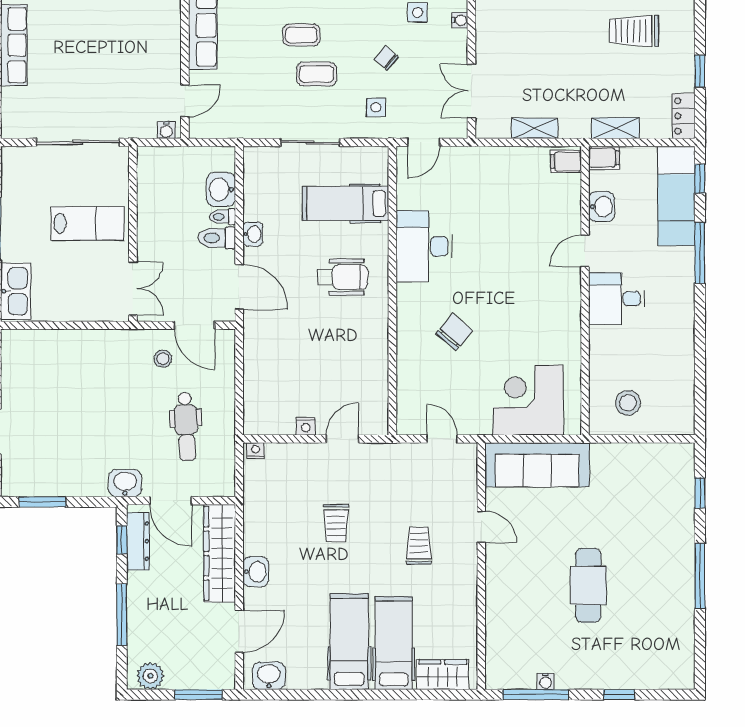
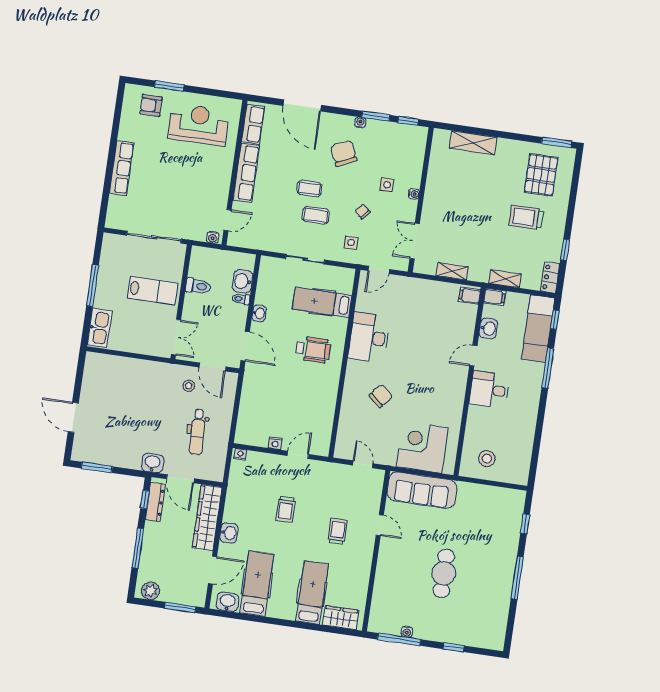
toilet: (217, 238) -> (198, 286), moved, turned 180
hospital bed: (349, 642) -> (257, 583), moved

